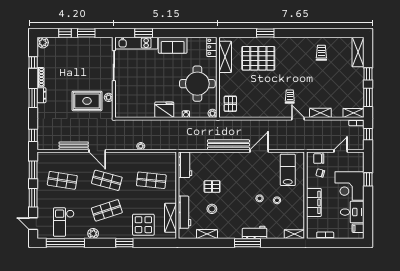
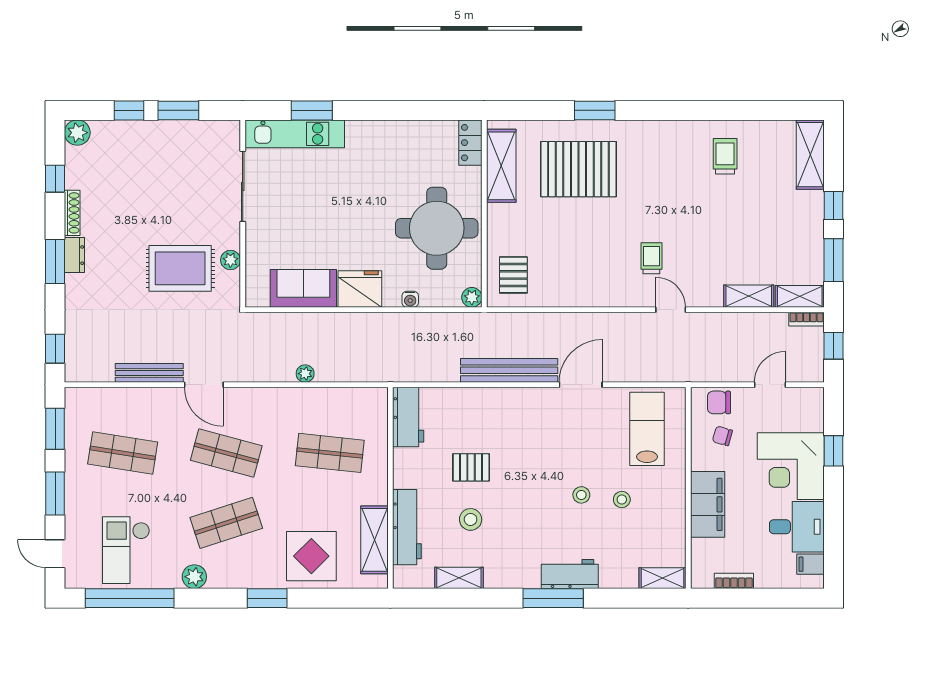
sofa: (173, 45) -> (303, 288), moved, turned 180
shelving: (320, 113) -> (749, 296), moved

